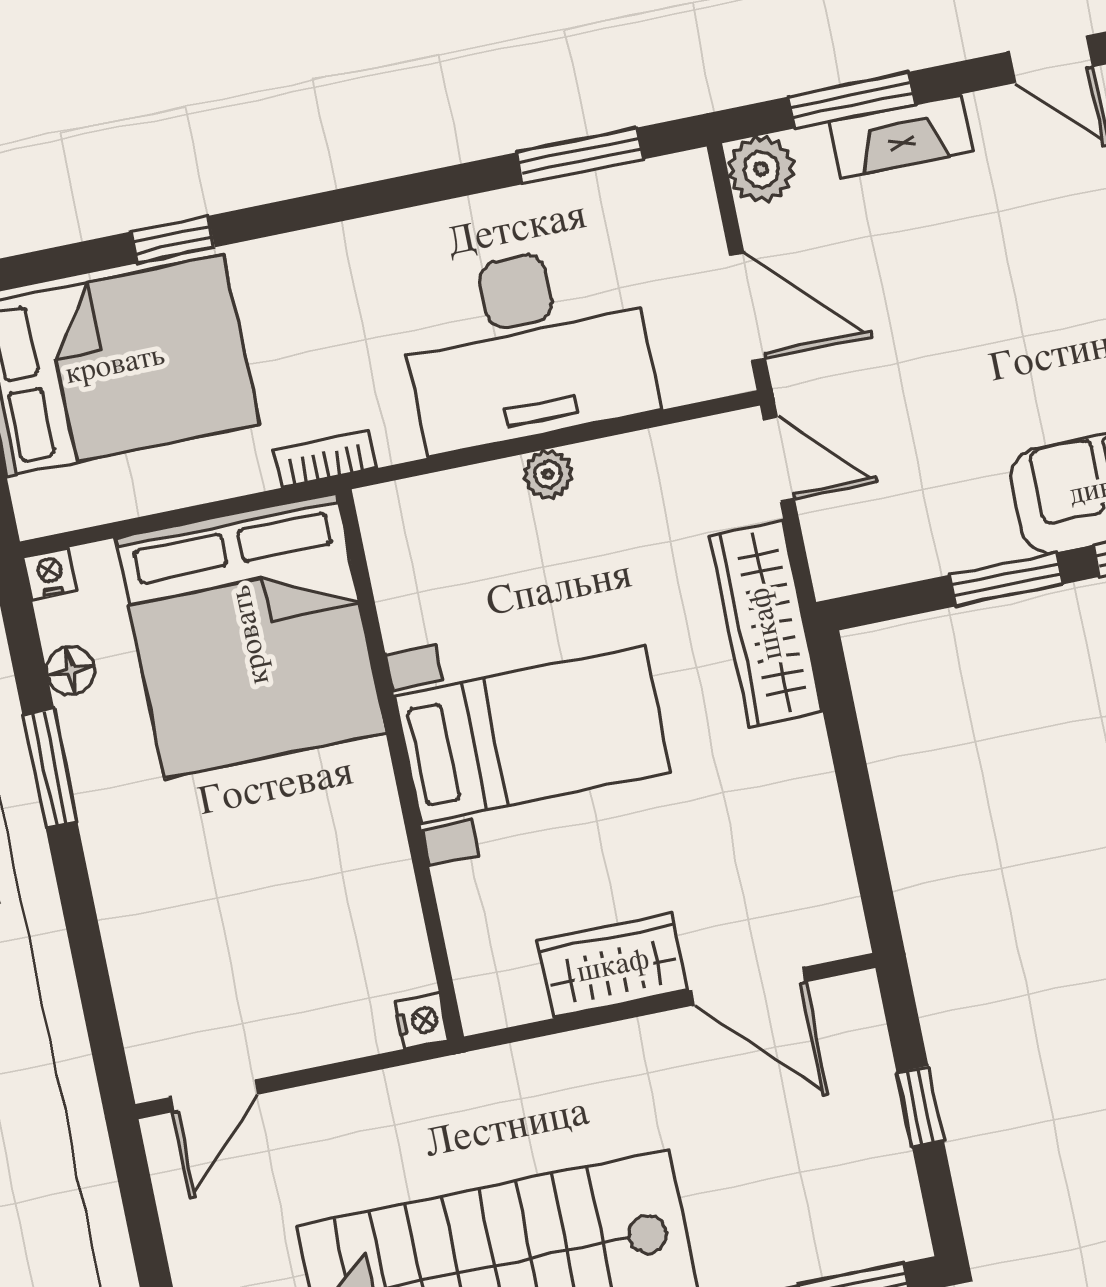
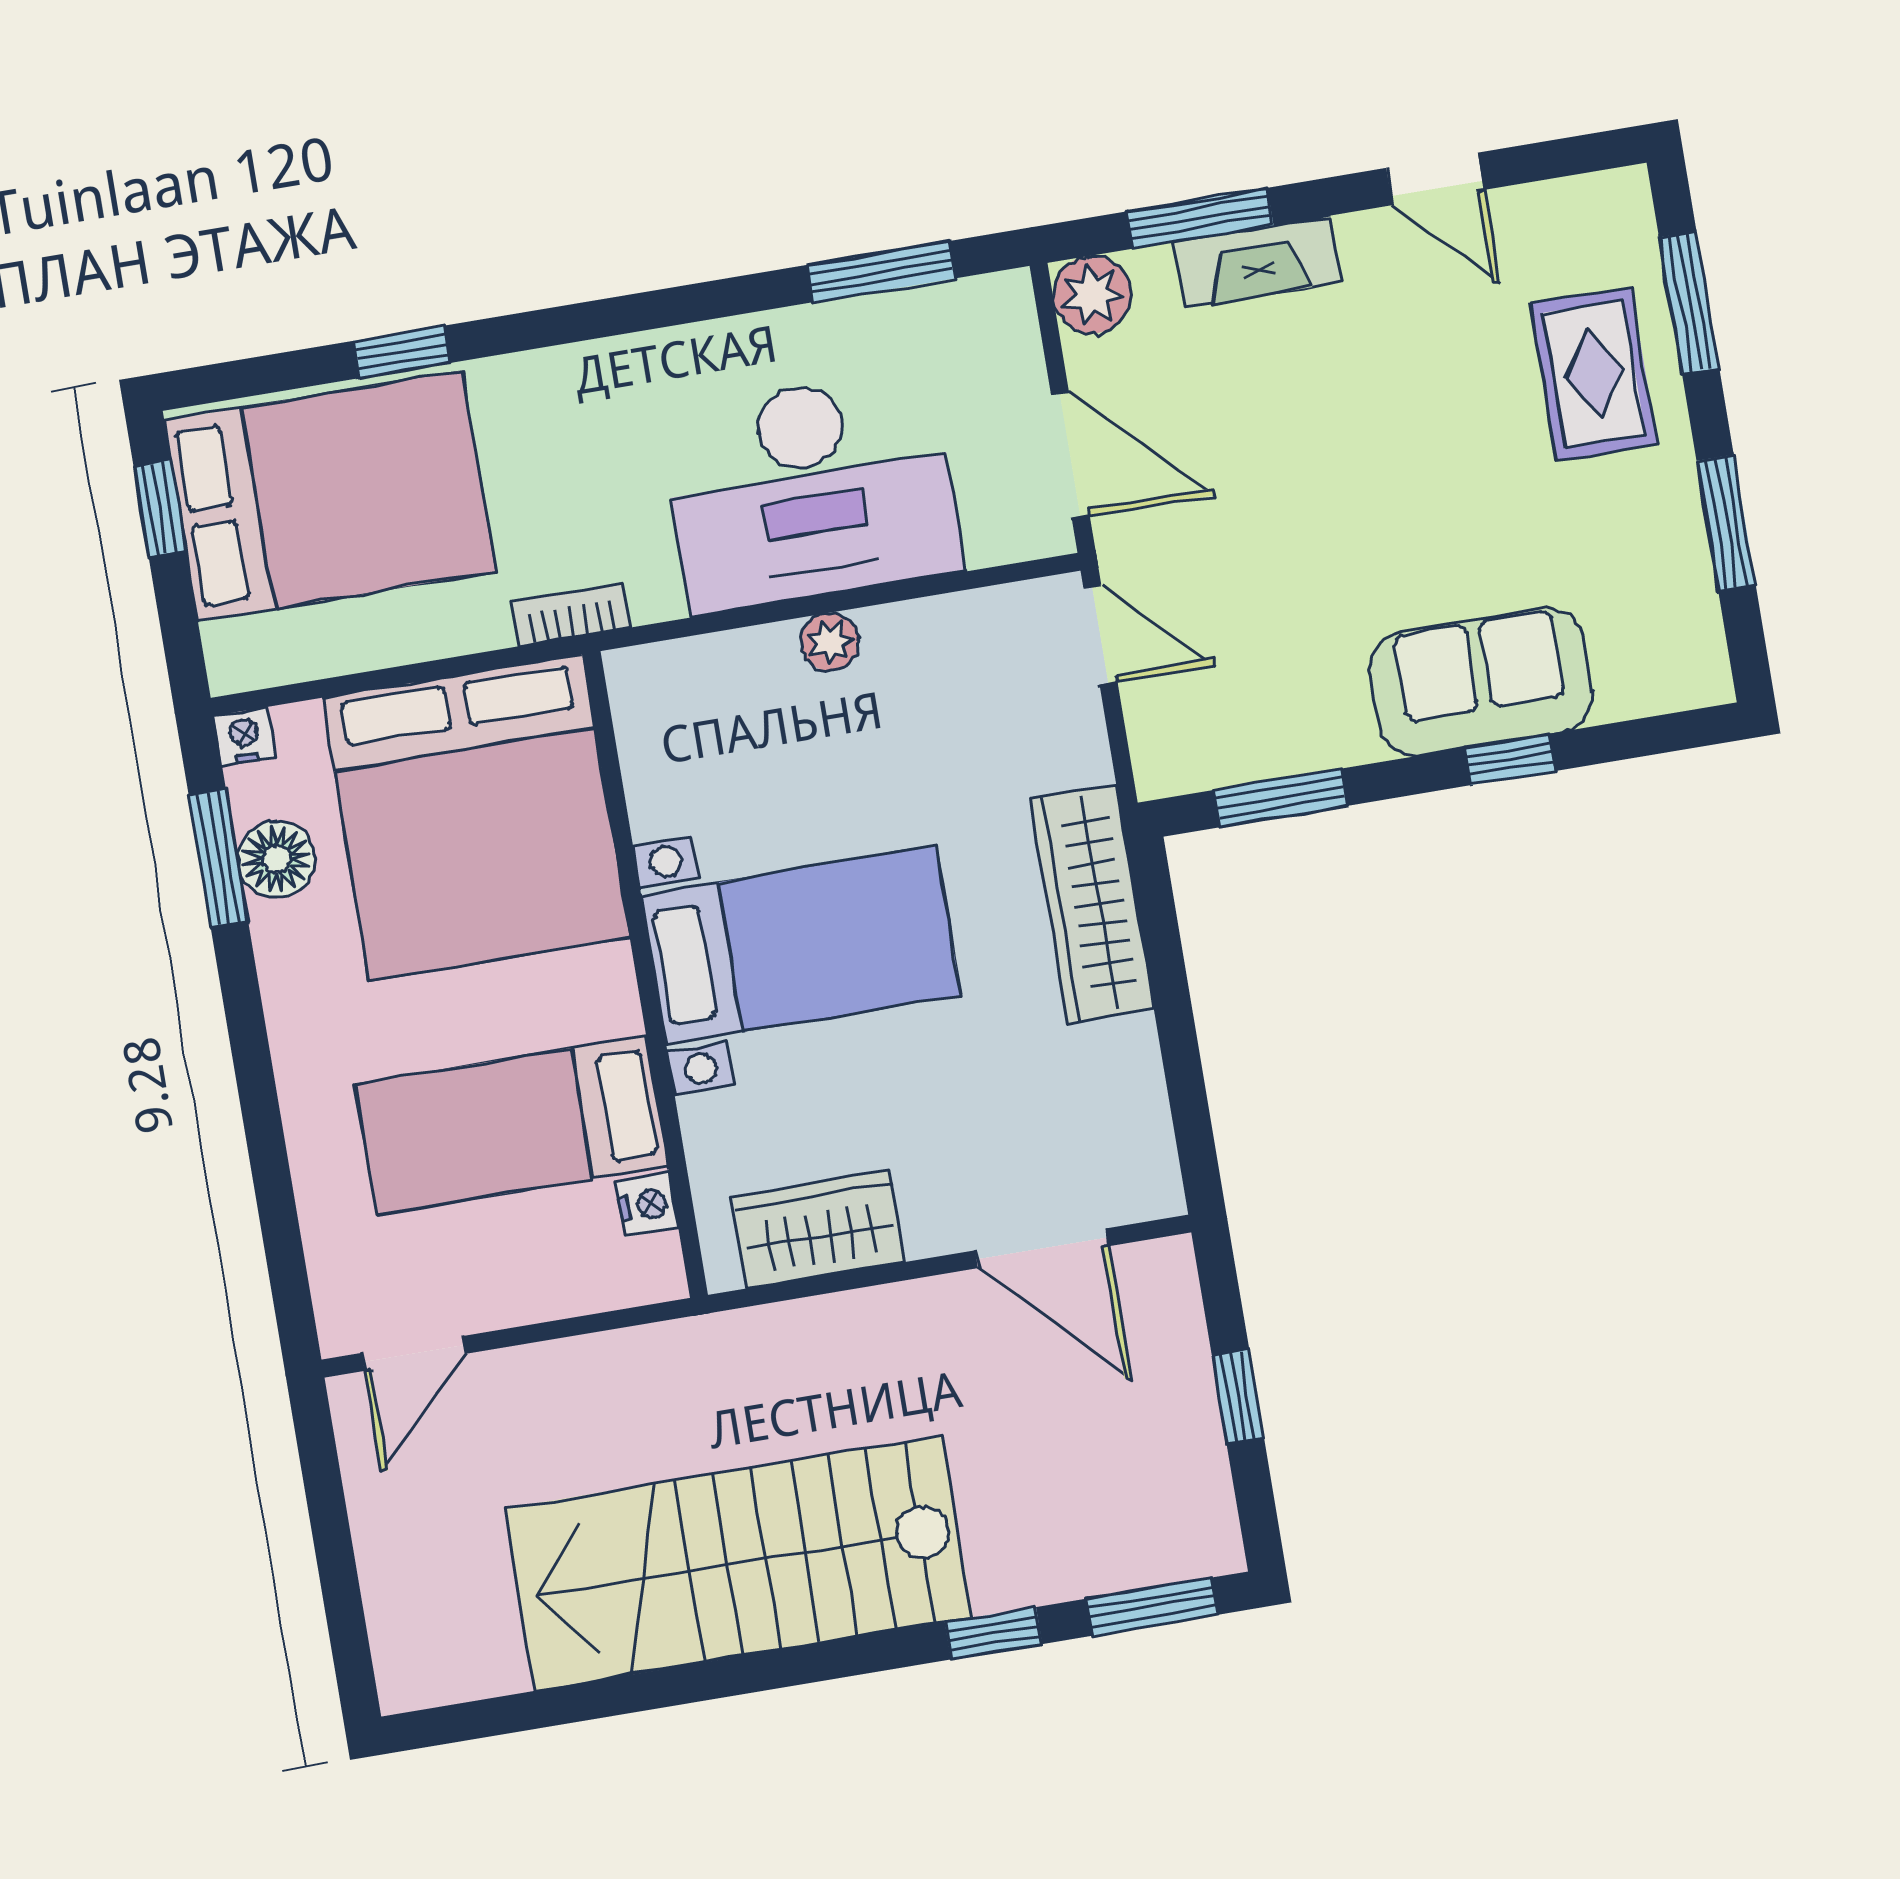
window: (1006, 580) -> (1281, 798), moved
wardrobe: (766, 624) -> (1092, 904), moved
floor lamp: (71, 670) -> (276, 859), width x1.37, depth x1.37
window: (50, 768) -> (218, 859), moved
bed: (291, 898) -> (512, 1125), added
wardrobe: (613, 966) -> (819, 1229), moved
nightstand: (421, 1021) -> (647, 1205), moved

